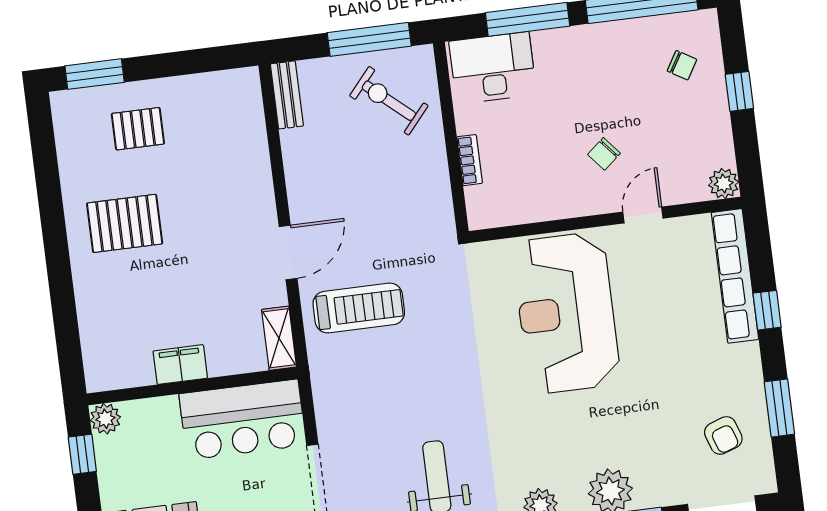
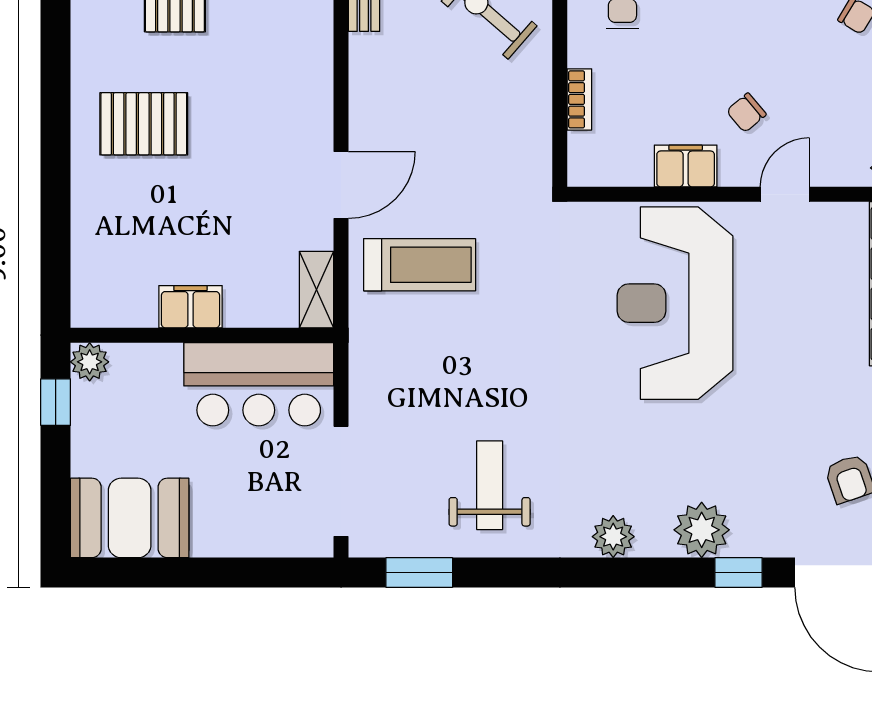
filing cabinet: (561, 203) -> (686, 166), added

